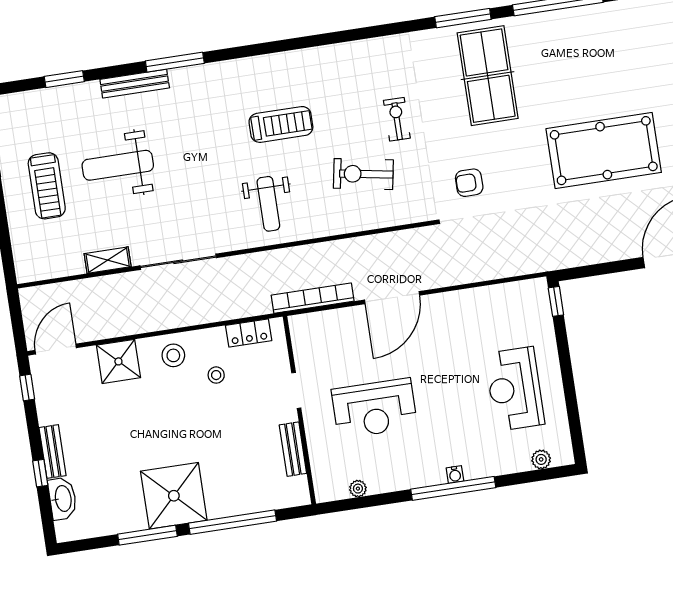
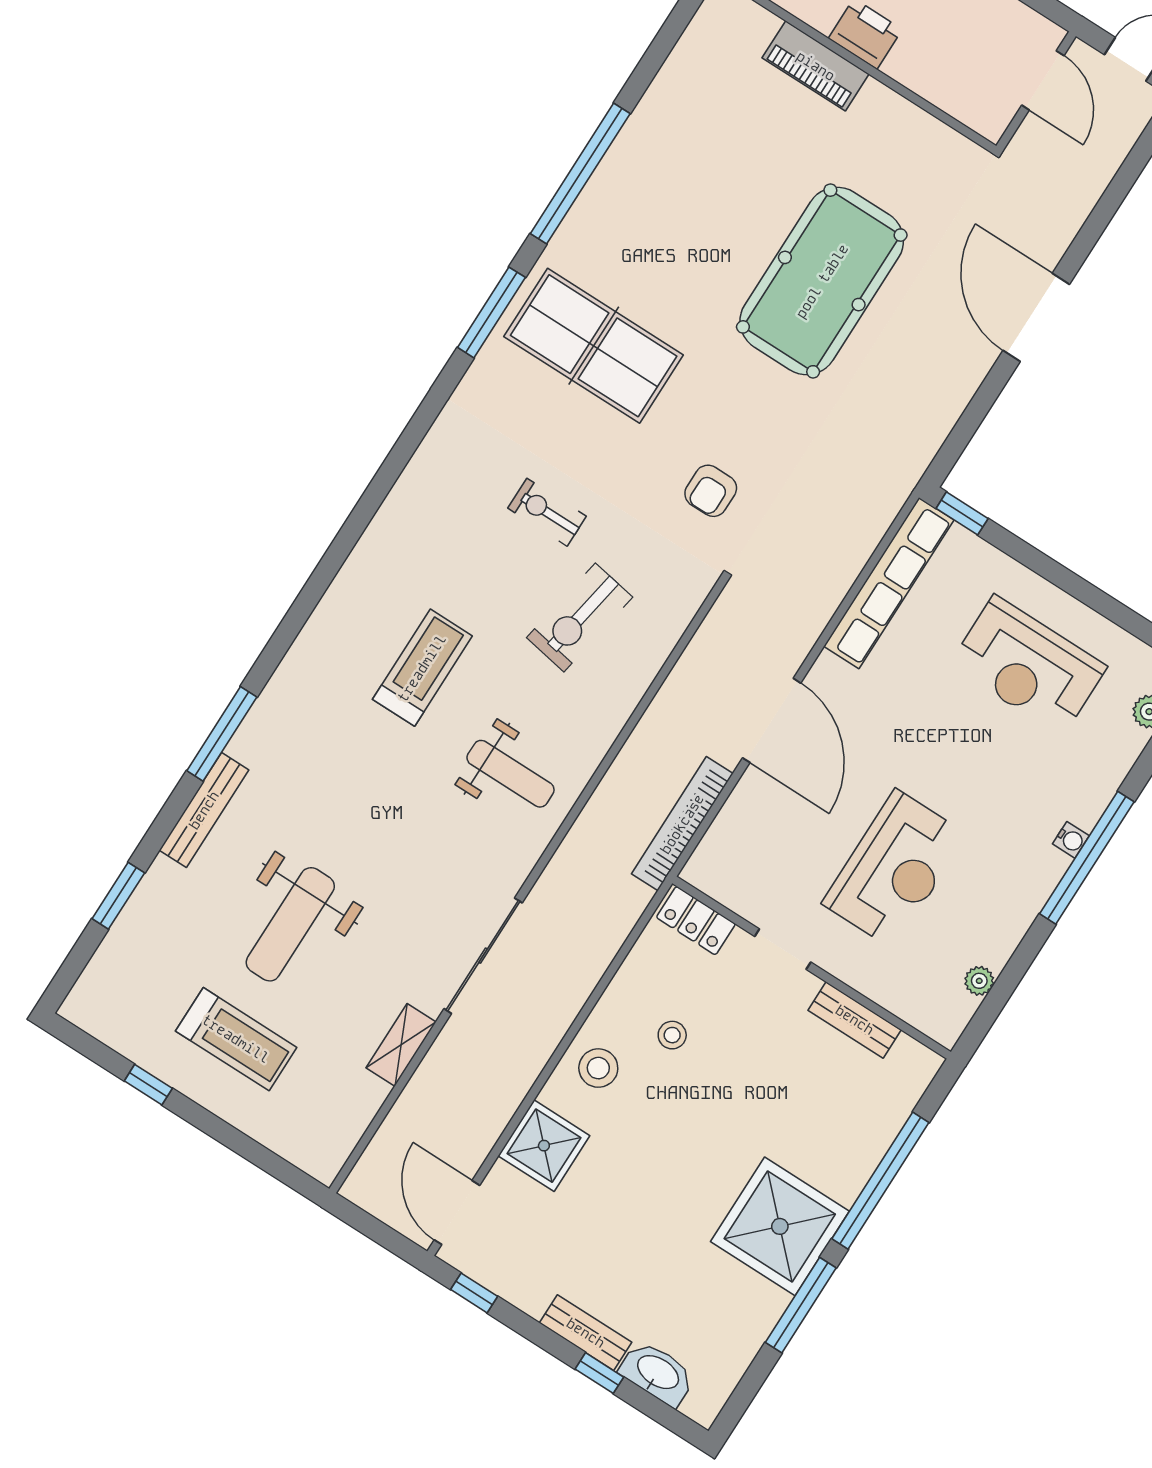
row of seats: (497, 296) -> (889, 583), added
locker: (249, 333) -> (696, 921), moved, turned 90

